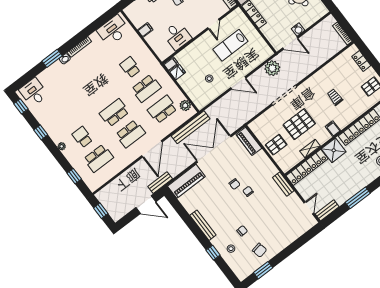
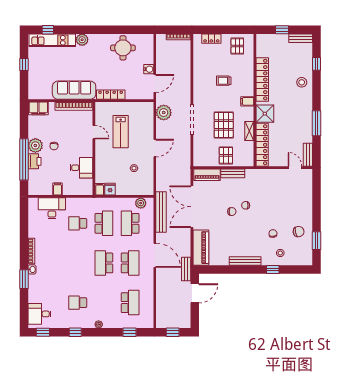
desk: (113, 30) -> (52, 208), moved, turned 90
school desk: (82, 137) -> (78, 303), moved
bench: (283, 184) -> (233, 173), moved

